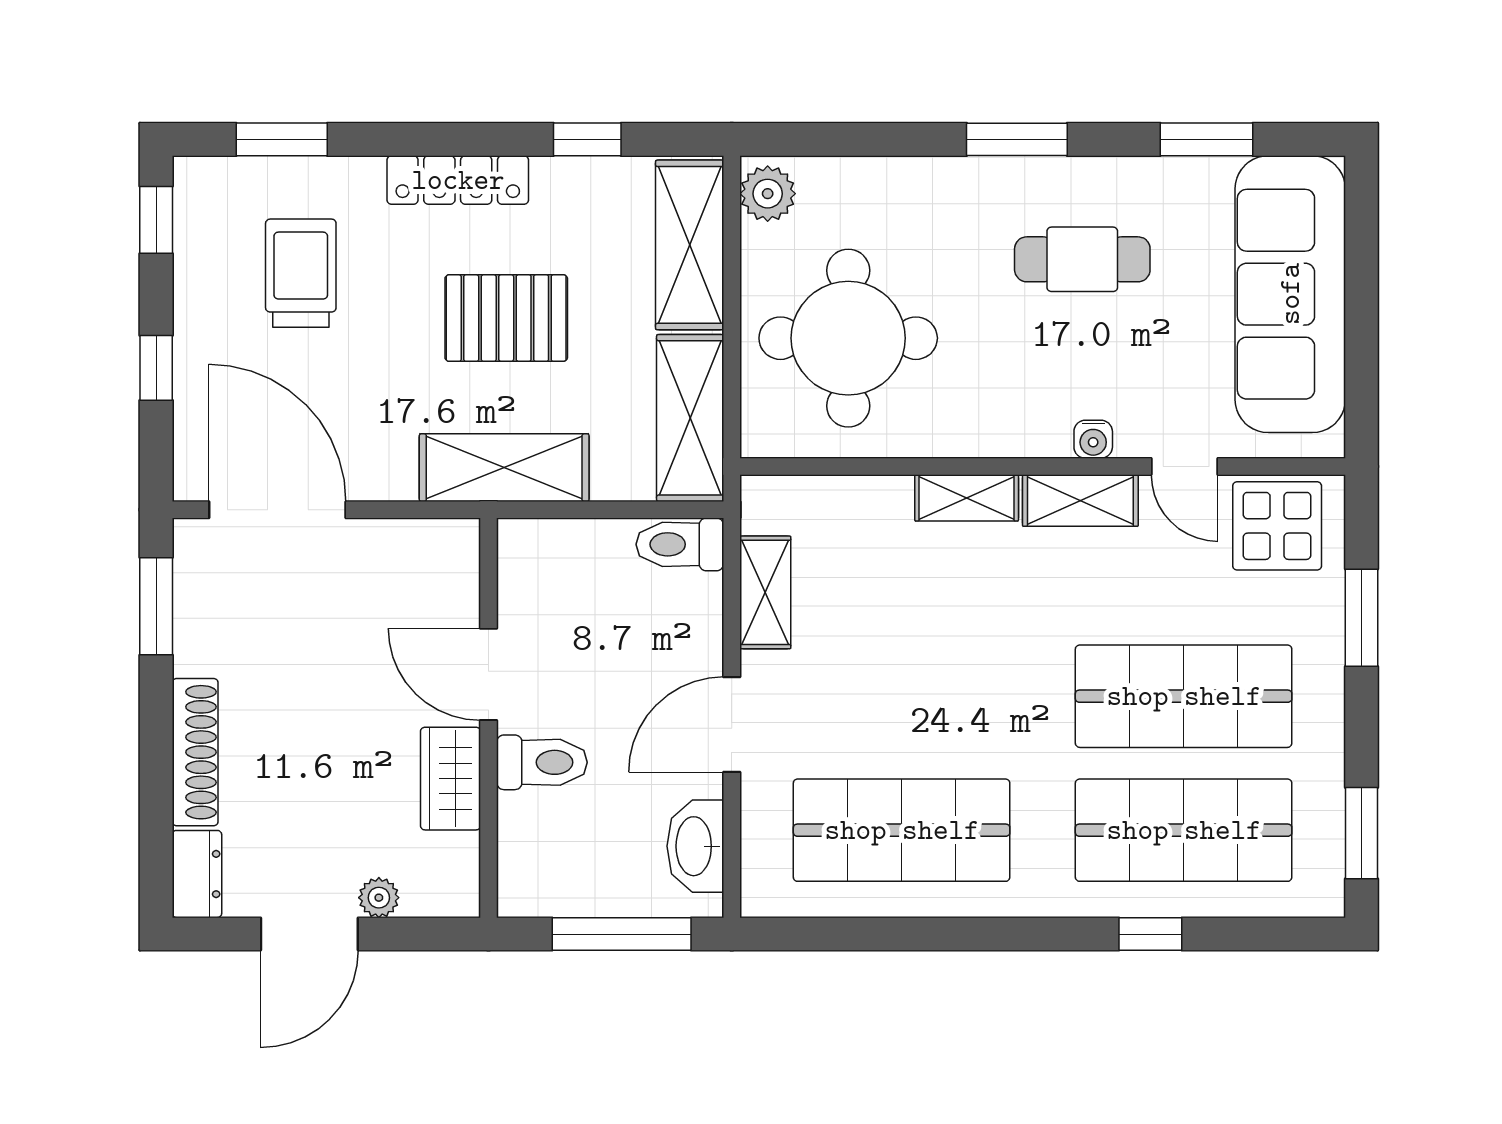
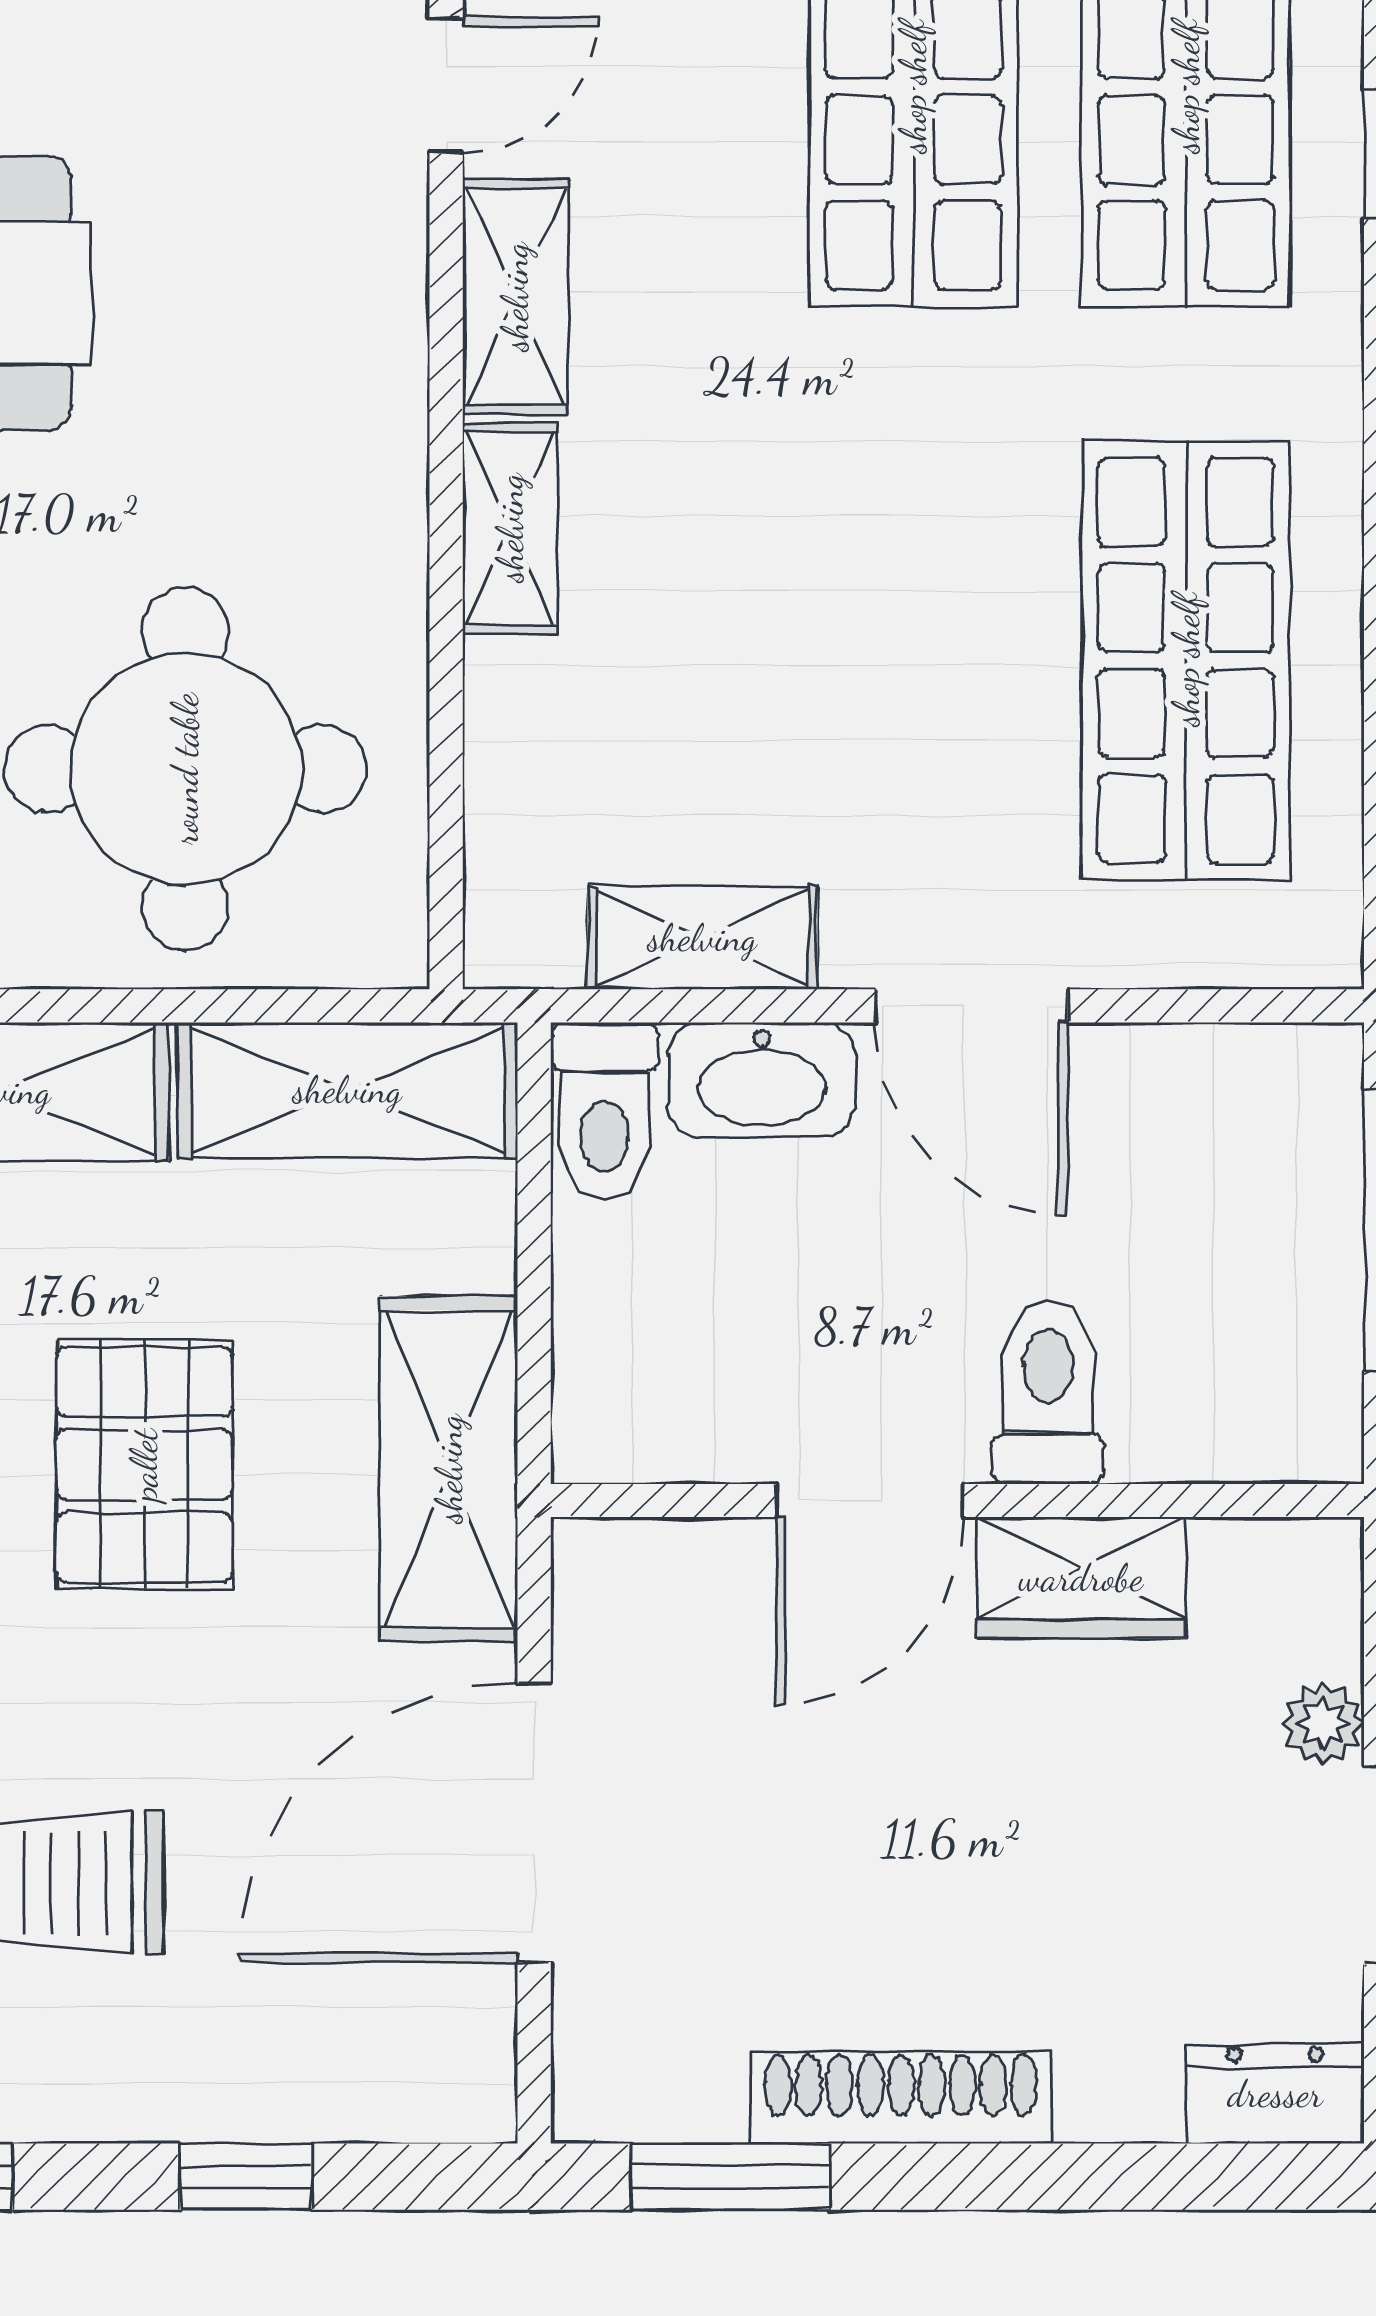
water cooler: (1093, 439) -> (391, 271), removed
door: (277, 510) -> (534, 1823), moved
shoe rack: (195, 752) -> (901, 2097), moved
washbasin: (695, 846) -> (762, 1080), moved

